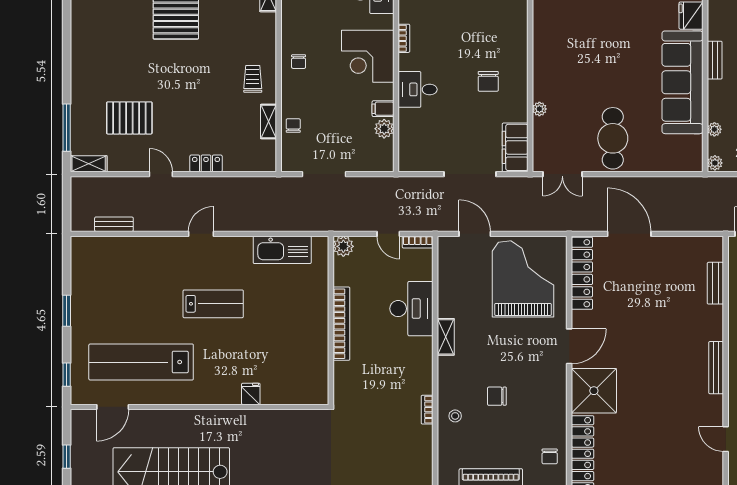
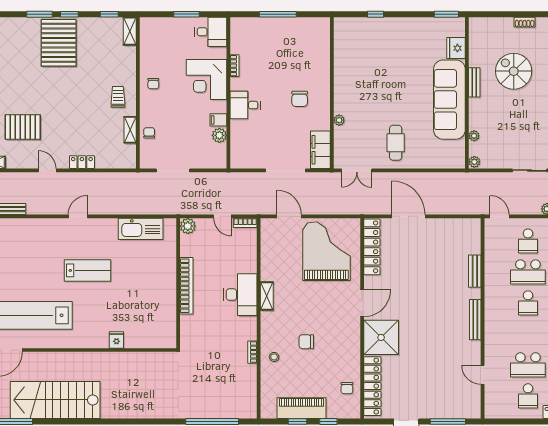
cafe table: (613, 138) -> (396, 143), width x0.73, depth x0.74
bench: (715, 283) -> (475, 271), moved
desk: (411, 309) -> (240, 295), moved

